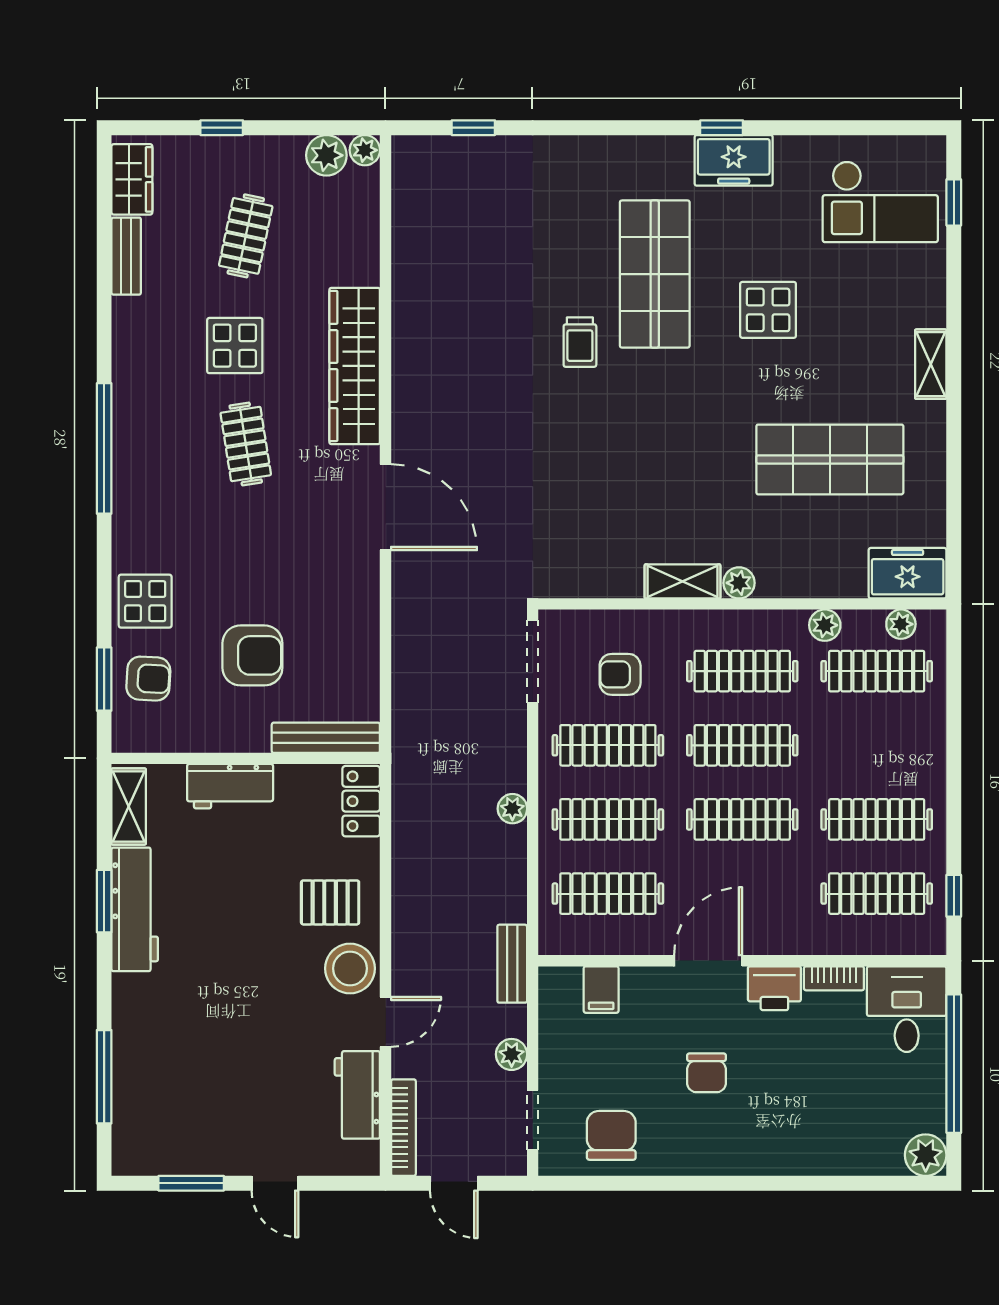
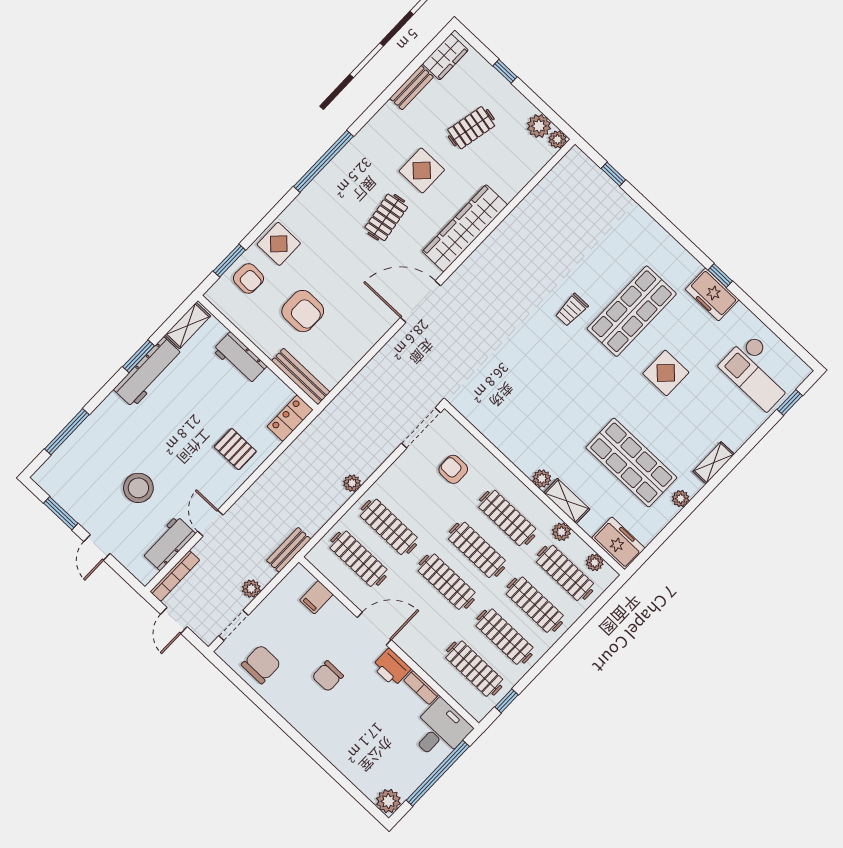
plant: (932, 446) -> (681, 499), added
door: (386, 507) -> (421, 302), swing flipped
shelving: (682, 581) -> (567, 501), moved
clothes rail: (608, 745) -> (535, 605), moved
stool: (350, 968) -> (138, 488), moved
door: (386, 1022) -> (210, 523), swing flipped

